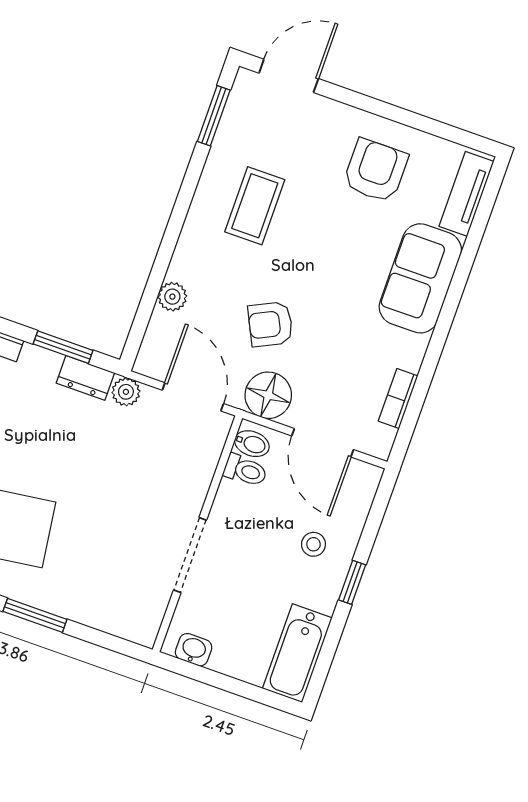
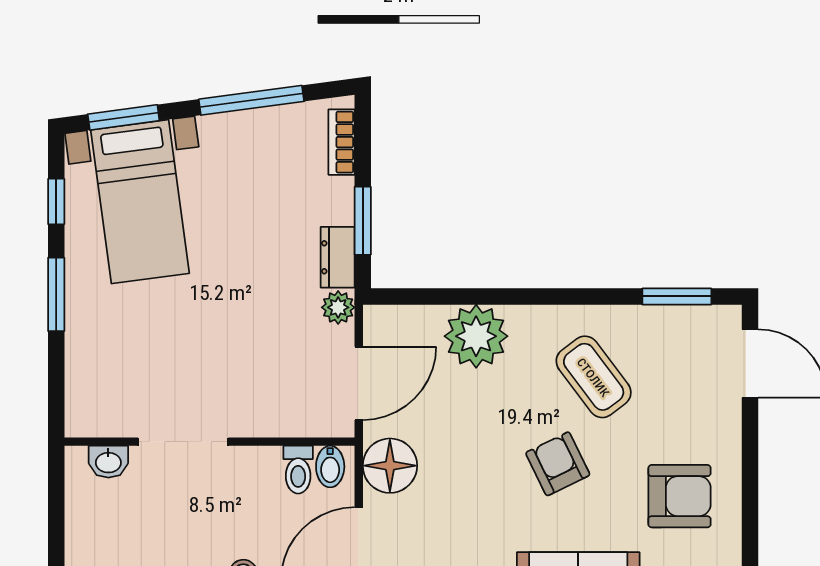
coffee table: (255, 206) -> (594, 377), turned 53
plant: (172, 297) -> (476, 336), width x1.88, depth x1.88
armchair: (270, 324) -> (558, 464), moved
washbasin: (194, 650) -> (108, 462), moved, turned 90

